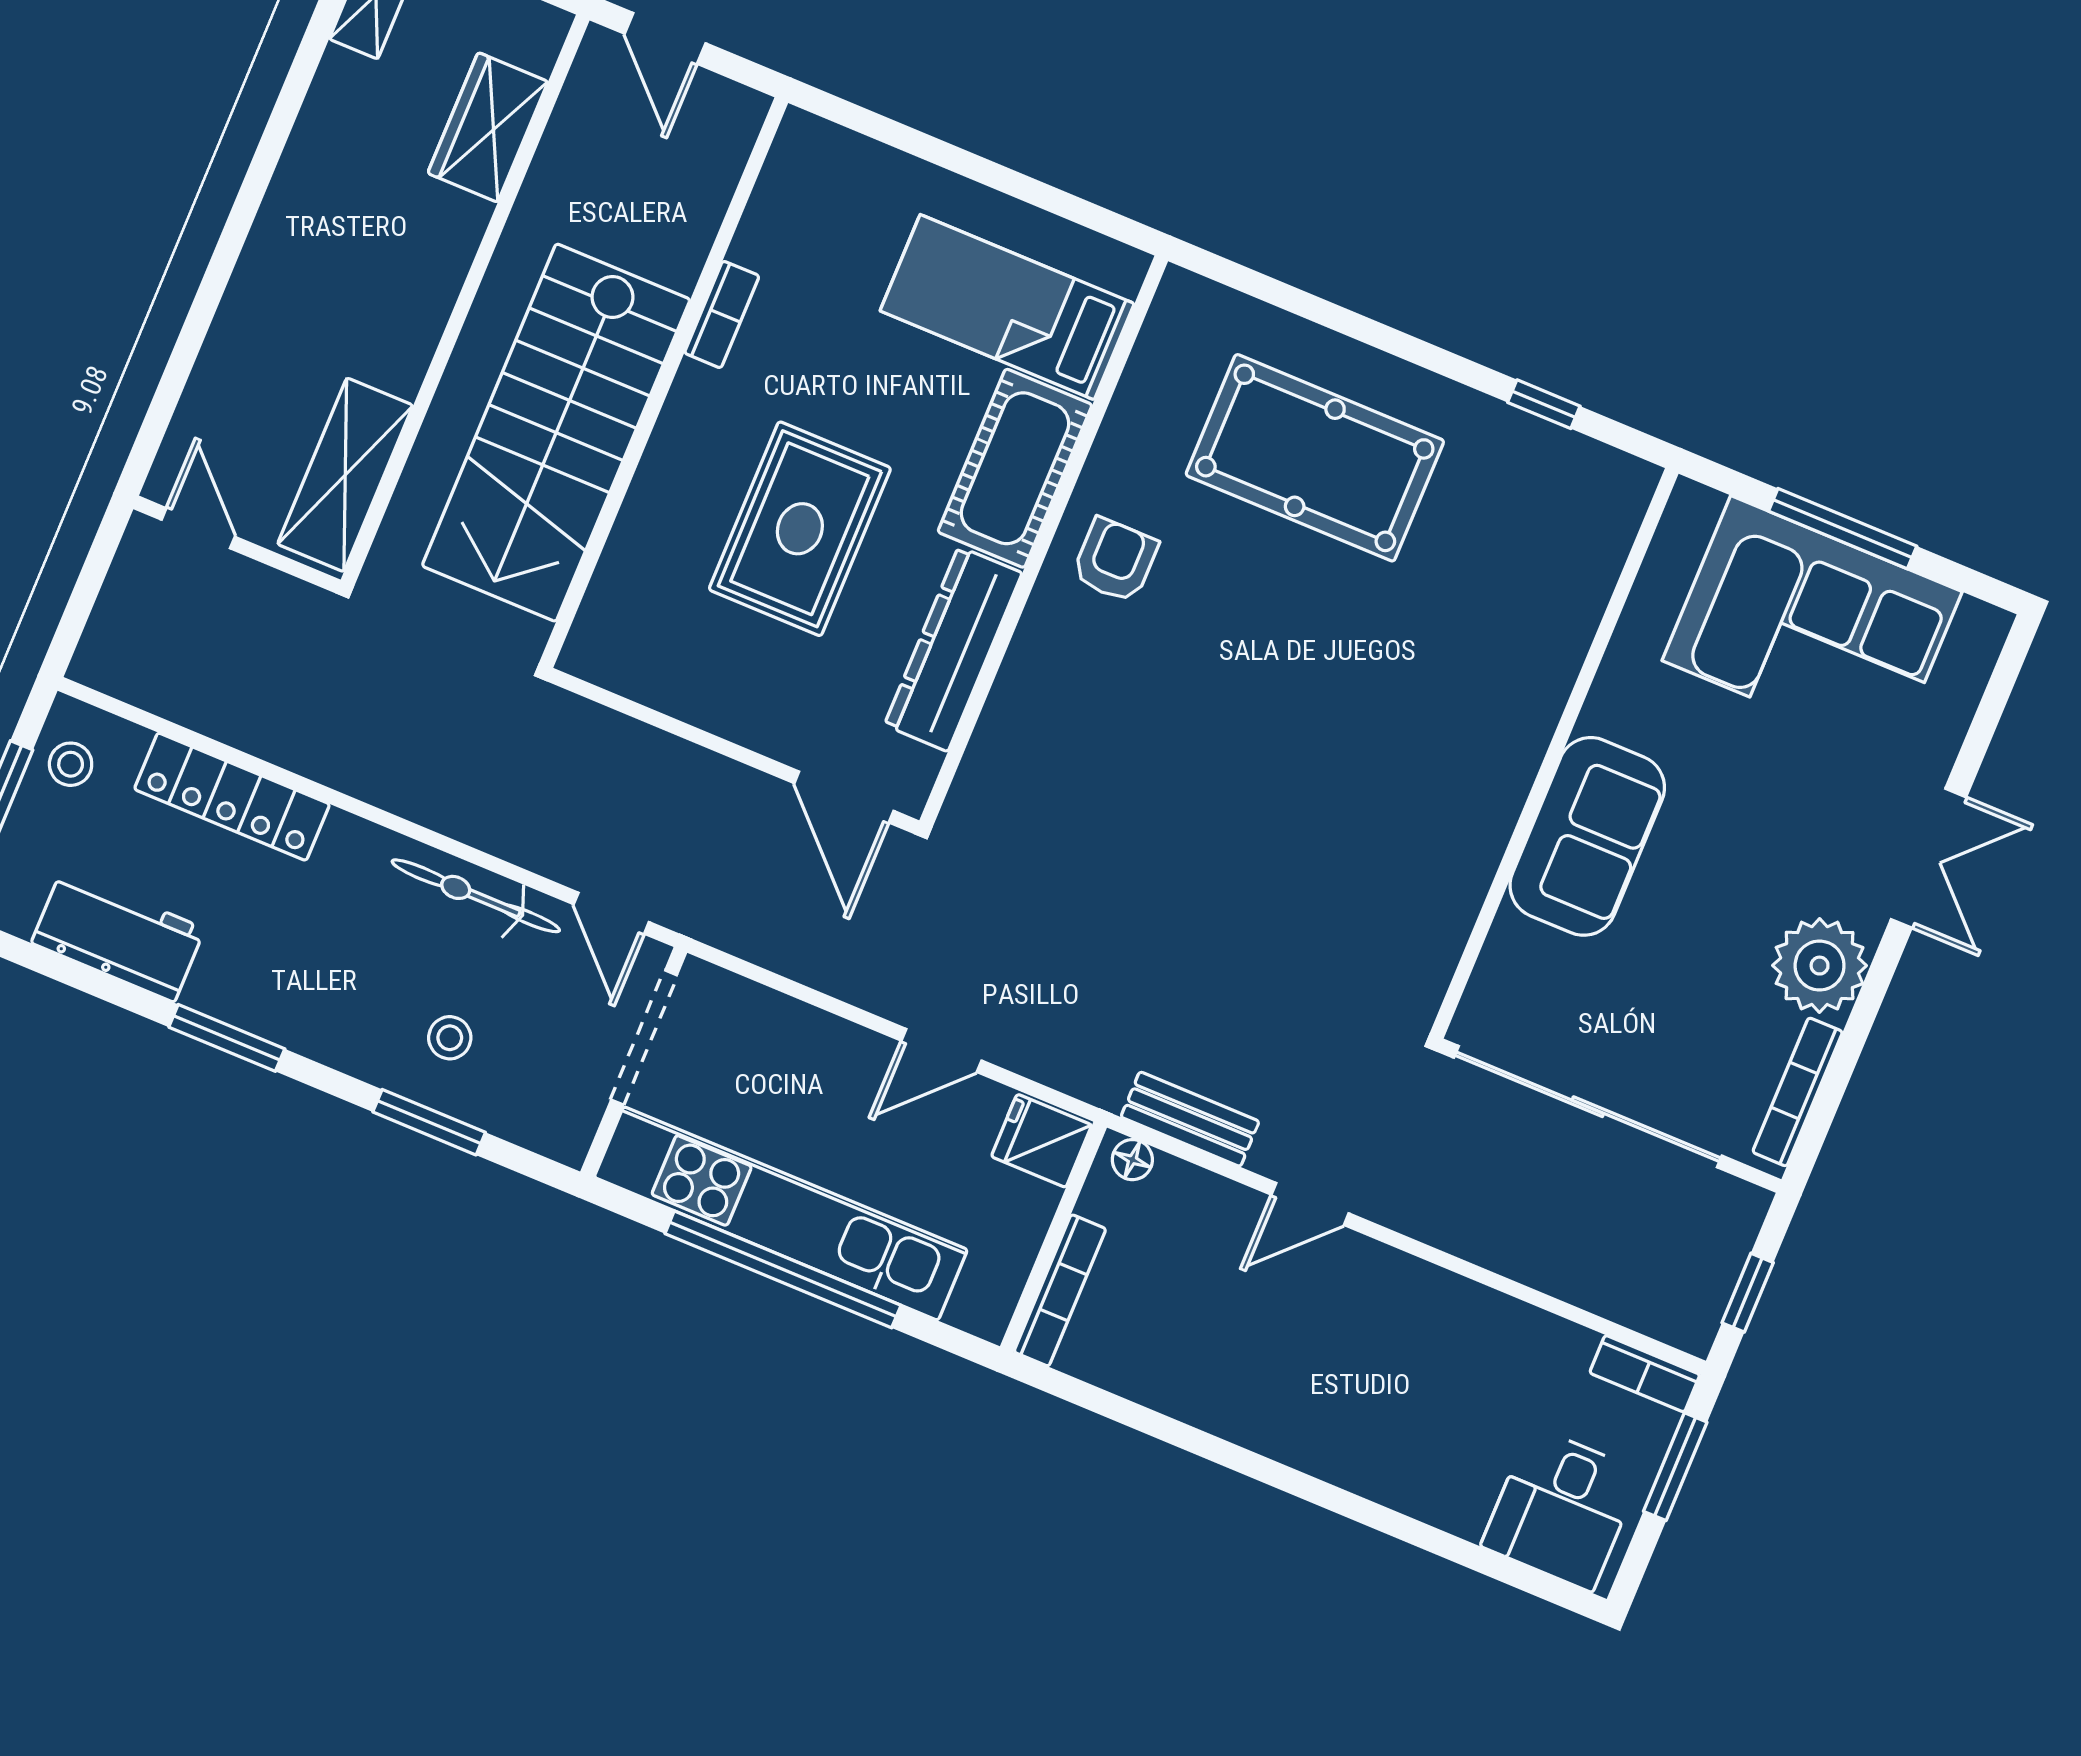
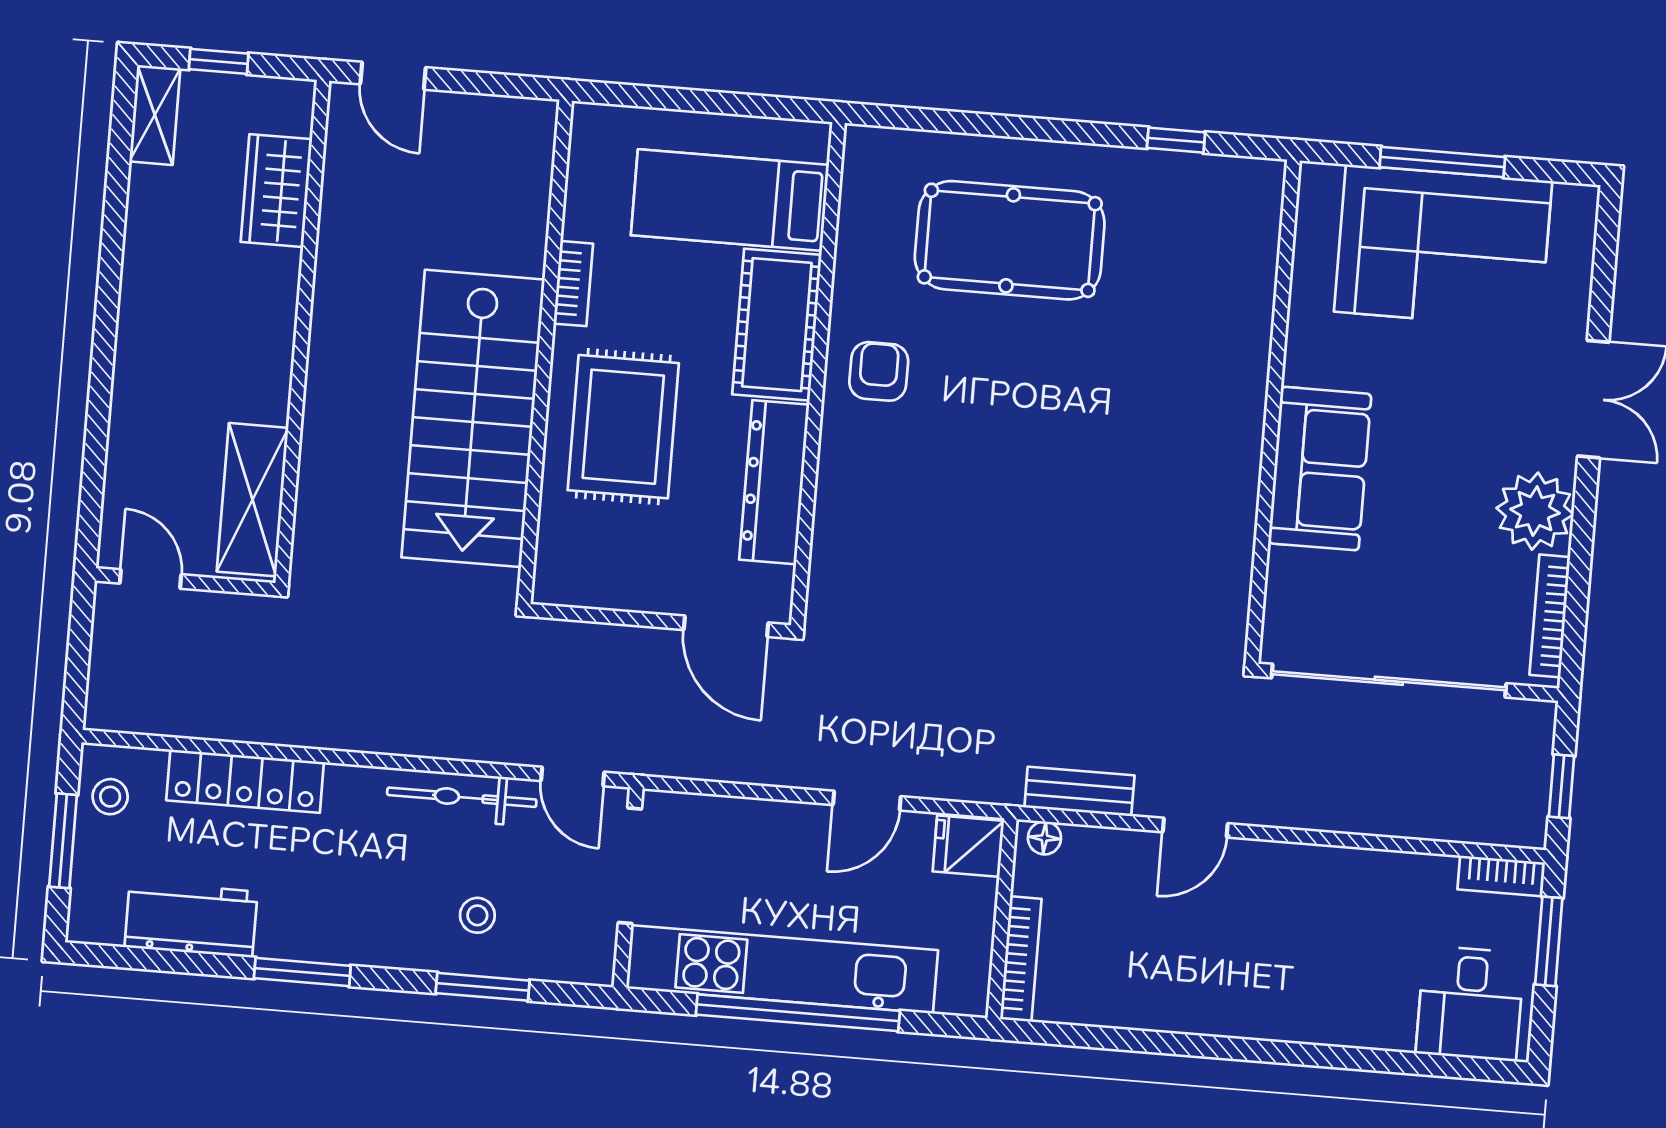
bookcase: (722, 314) -> (573, 284), moved
wall: (664, 383) -> (545, 352), moved
stairs: (556, 433) -> (473, 418), moved

